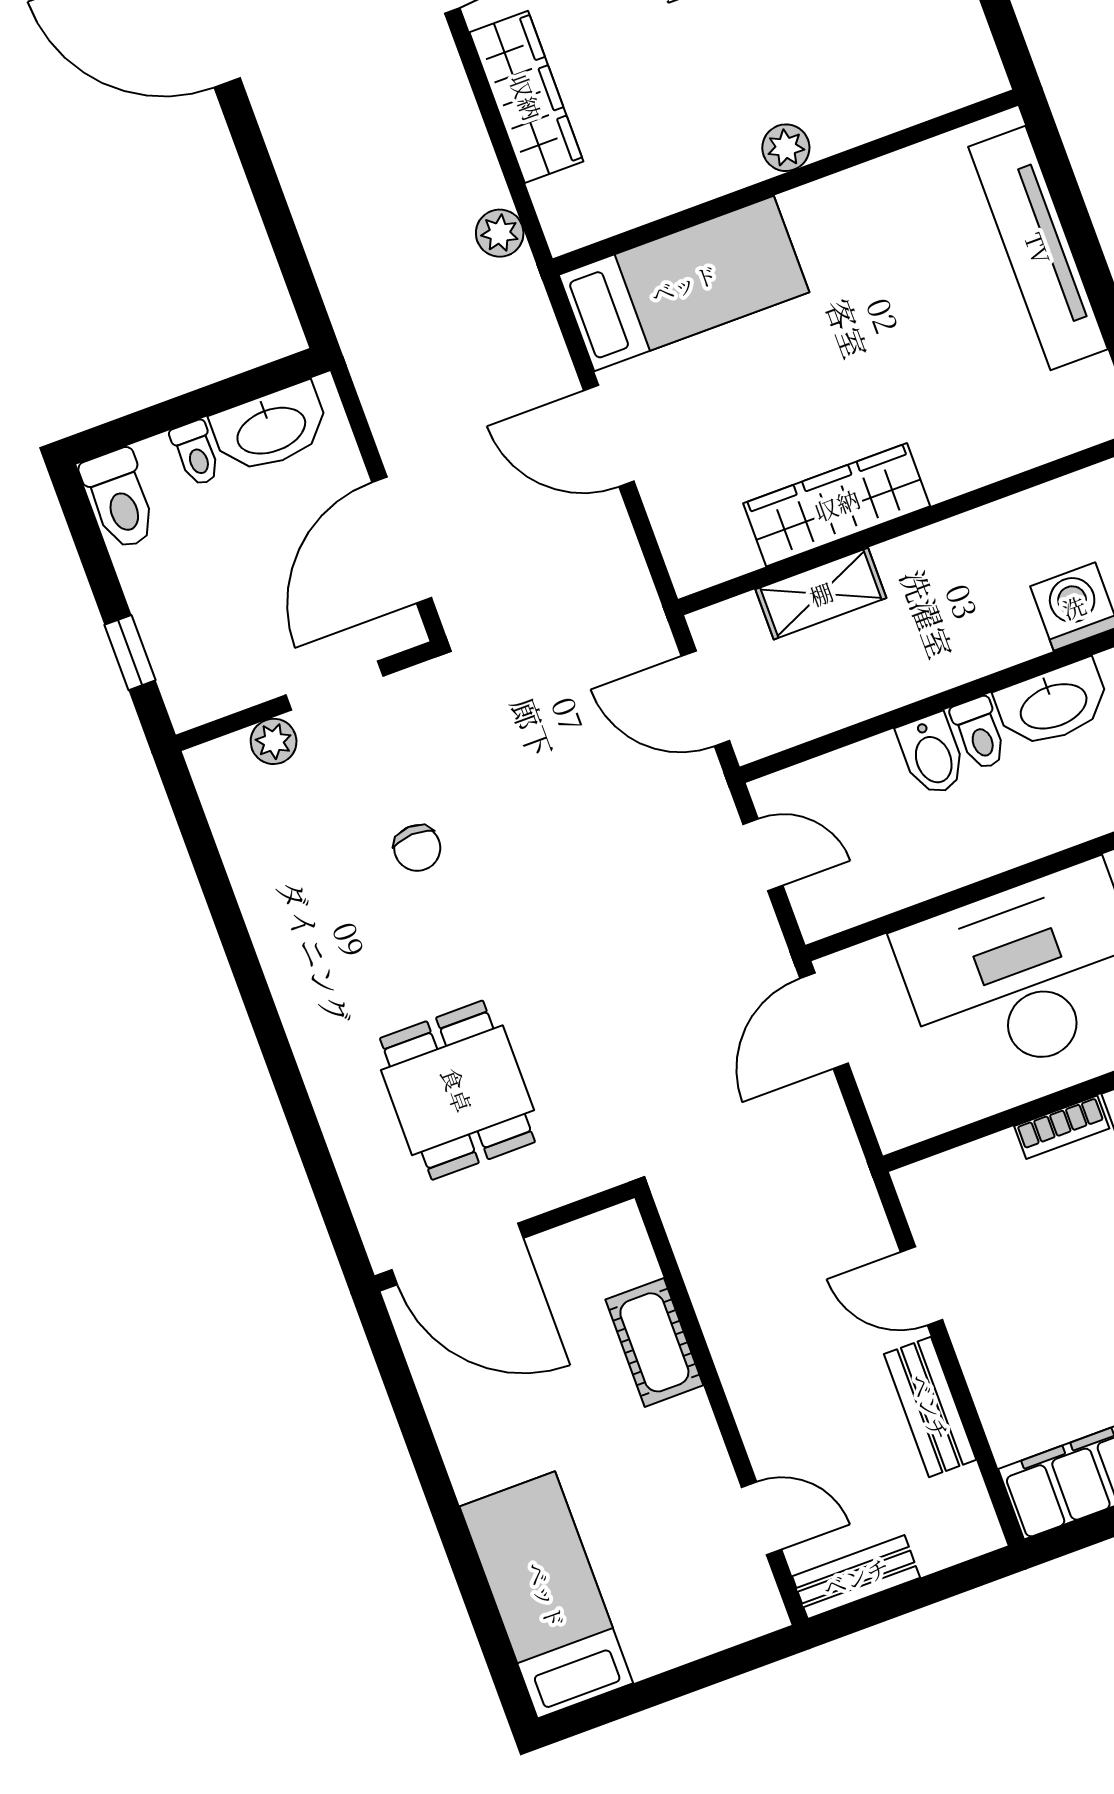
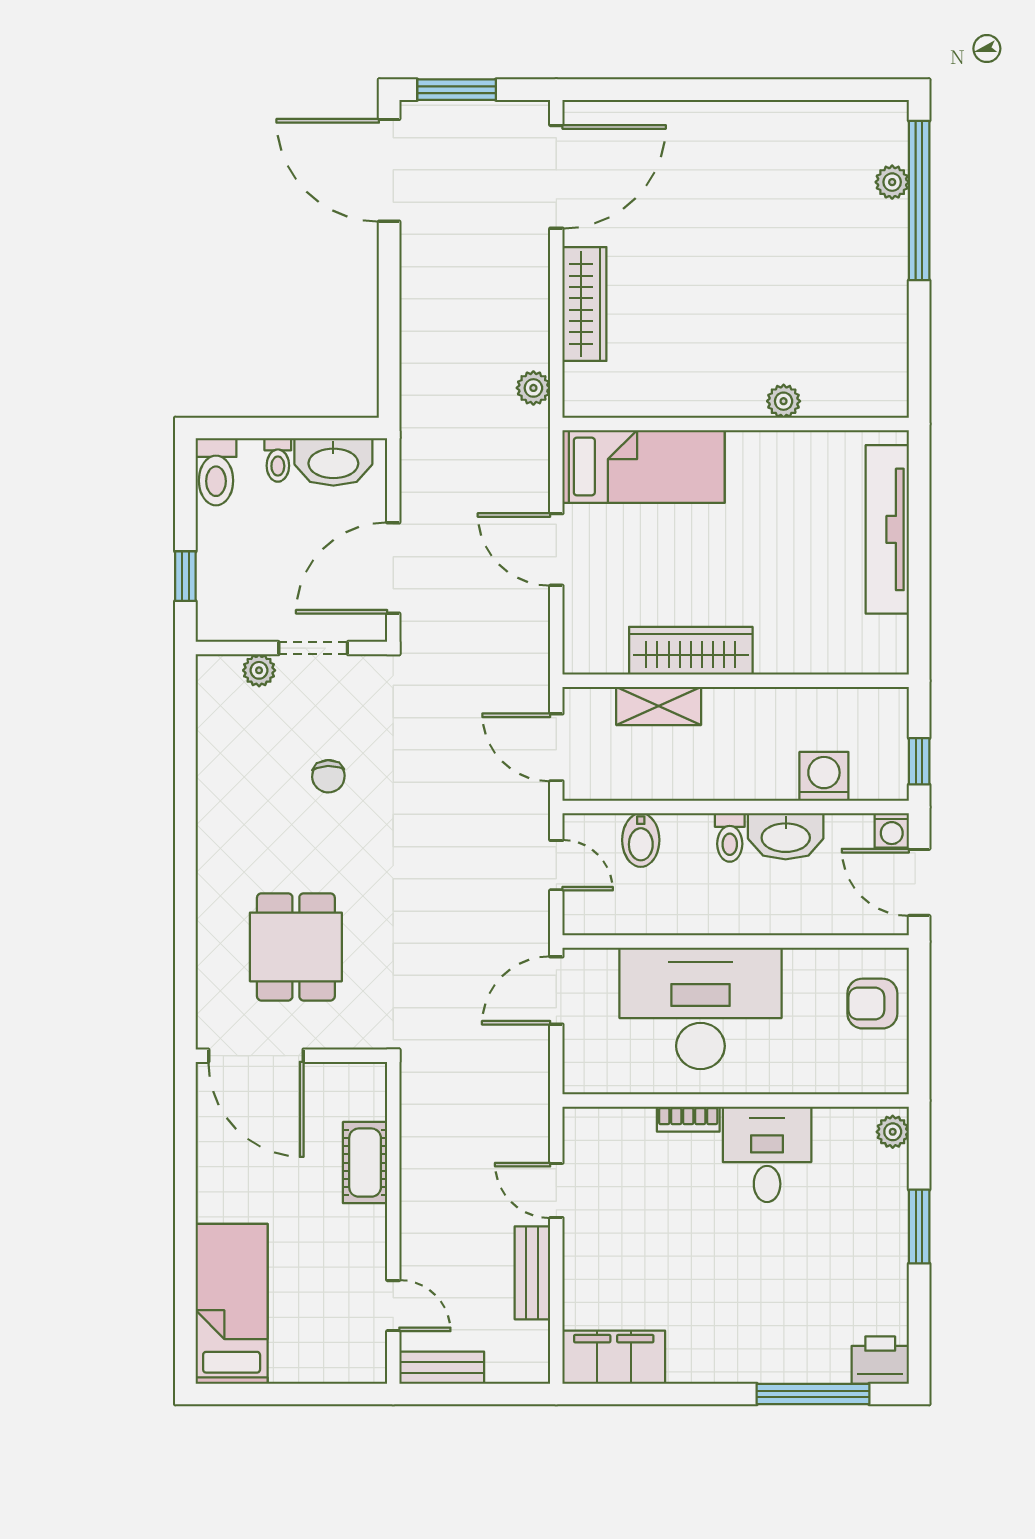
plant: (786, 148) -> (784, 401), moved
bidet: (932, 755) -> (641, 840), moved

